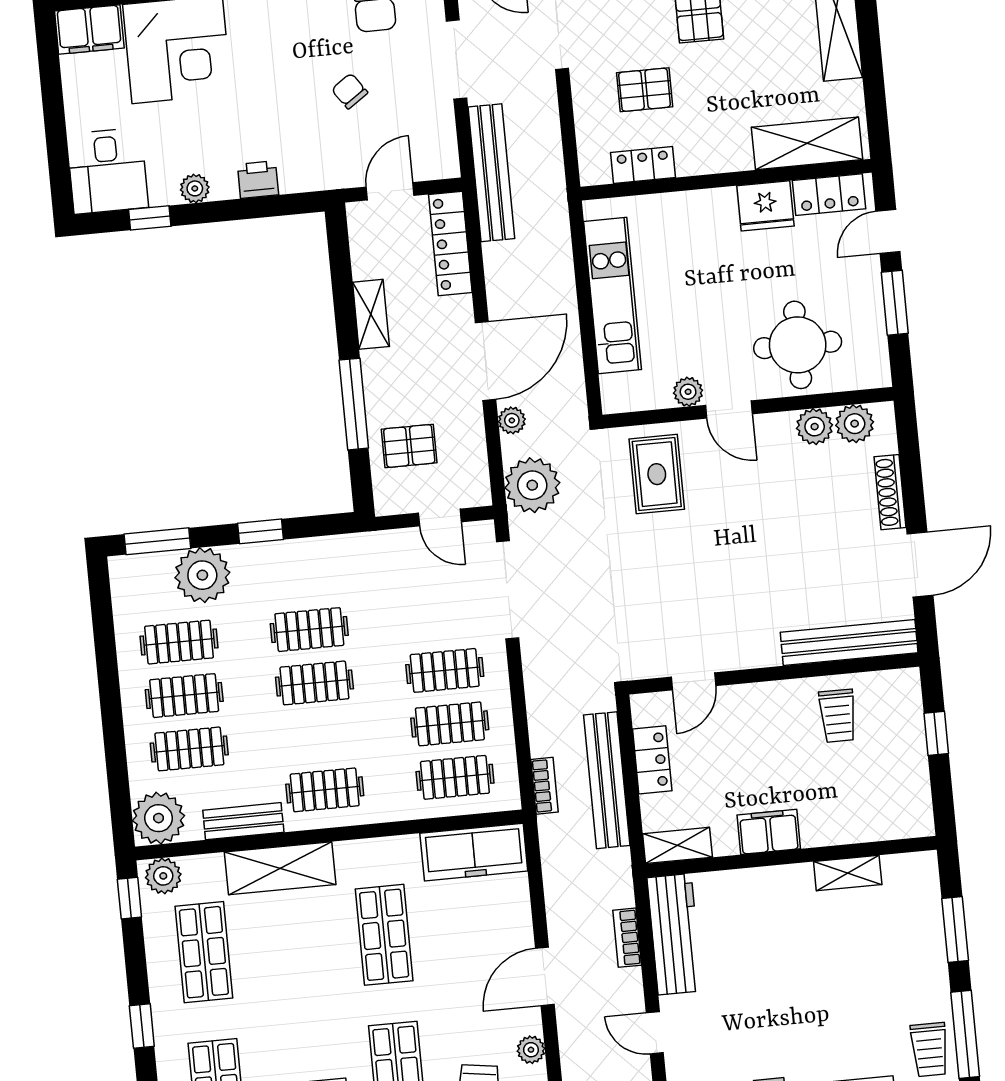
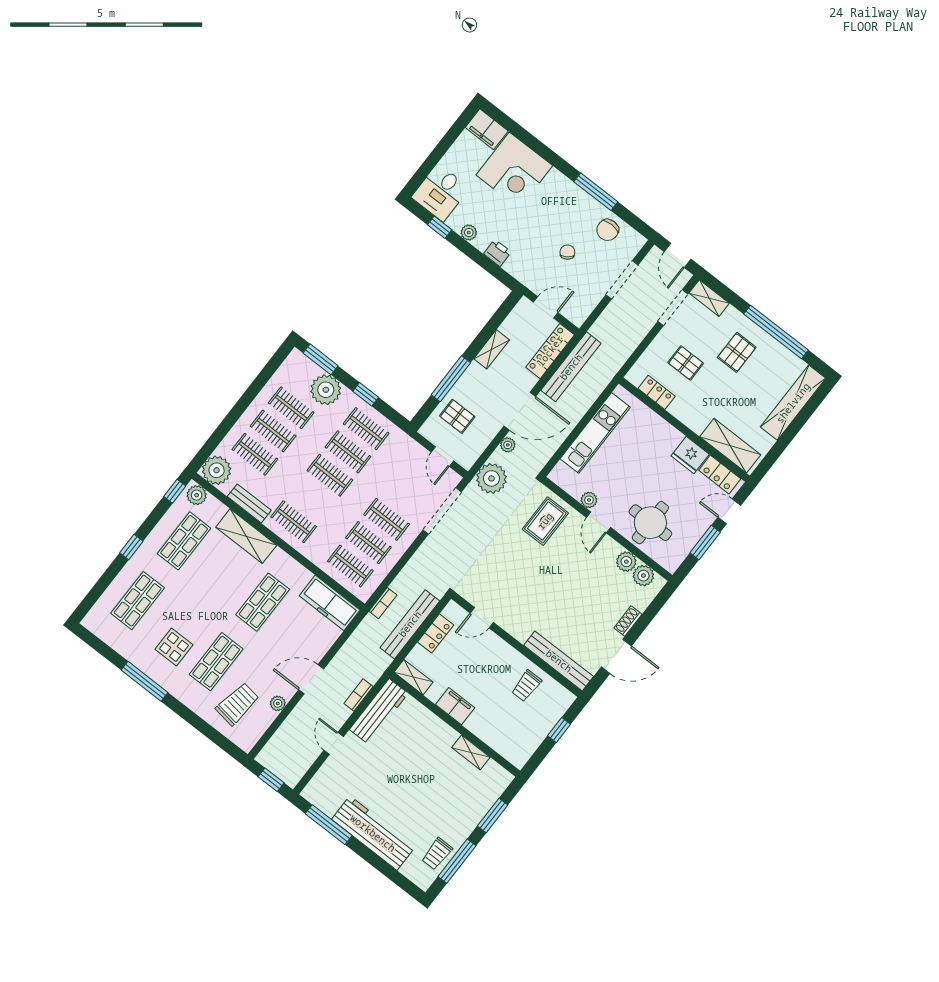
bench: (491, 173) -> (571, 367), moved
shoe rack: (890, 492) -> (628, 621), width x0.70
clothes rail: (304, 576) -> (366, 429), added

